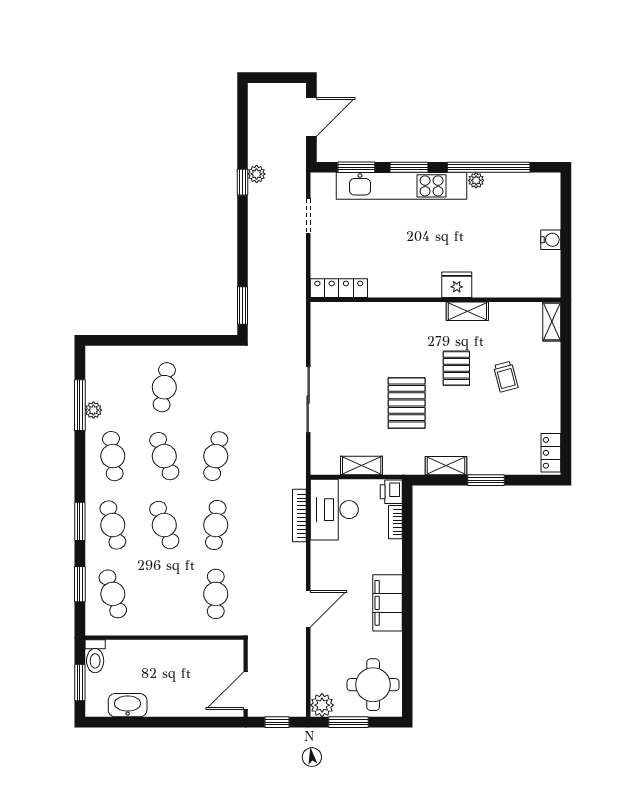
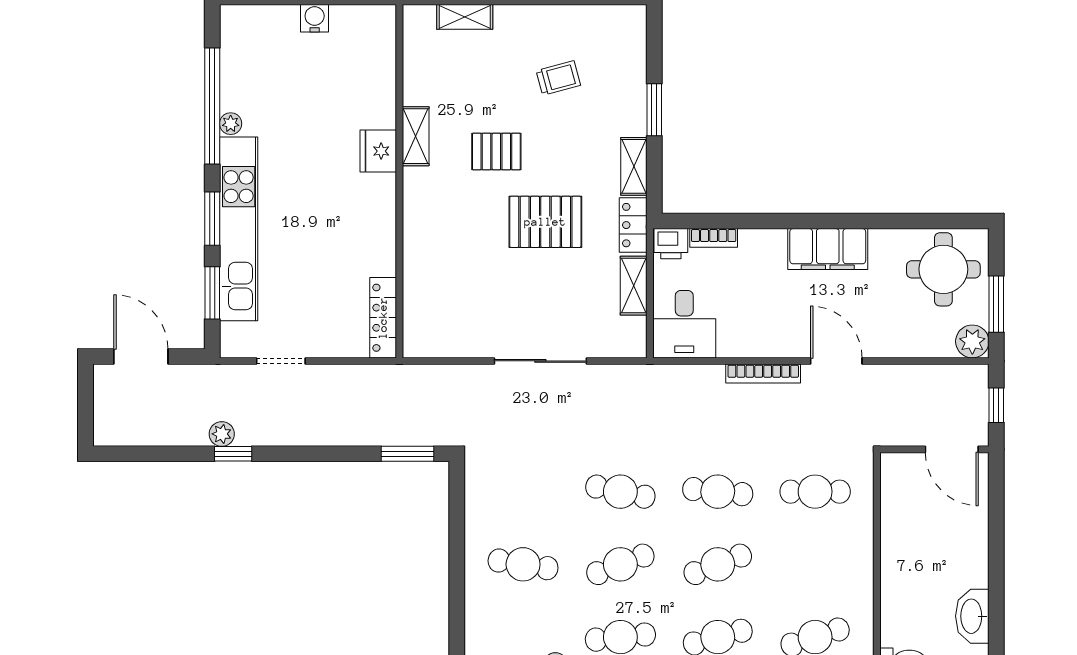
shelving: (552, 321) -> (465, 17), moved
trolley: (506, 377) -> (558, 78), moved
locker: (551, 453) -> (633, 225), moved, turned 90
desk: (334, 510) -> (684, 324), width x0.73
bookcase: (299, 516) -> (763, 373), moved

